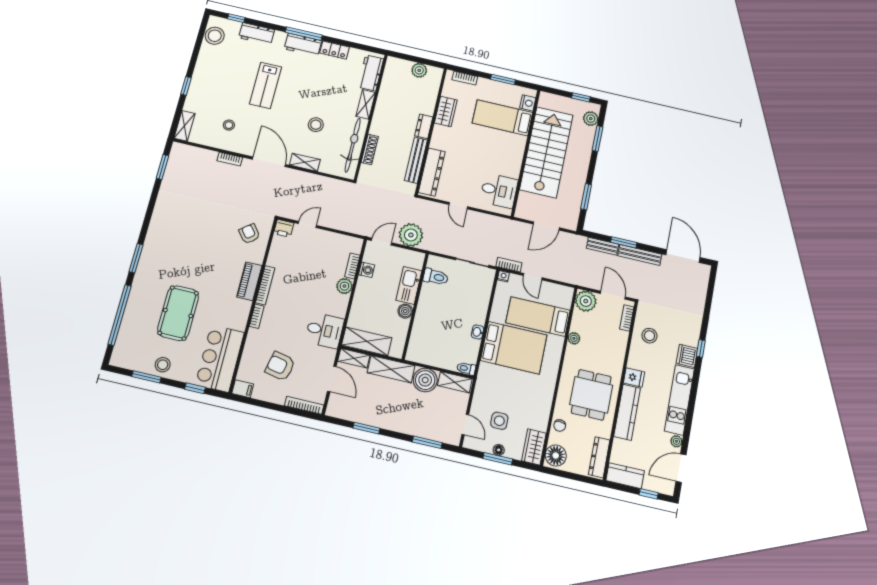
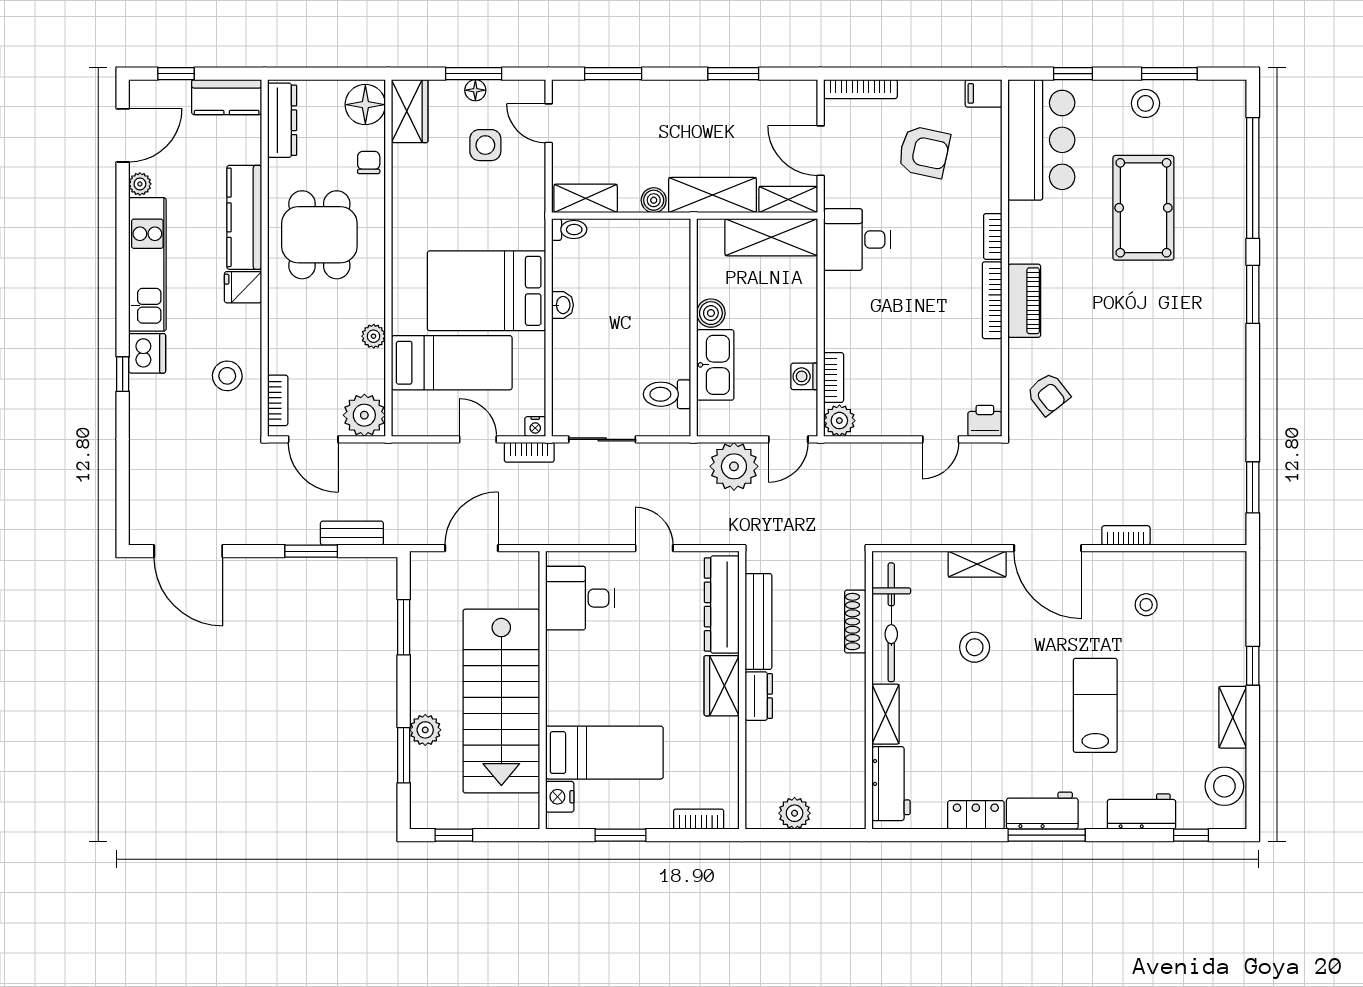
wardrobe: (446, 111) -> (722, 686), moved
plant: (591, 119) -> (425, 730), moved
shelving: (185, 126) -> (1233, 717), moved
bench: (640, 255) -> (275, 533), removed
plant: (344, 286) -> (839, 421), moved
boiler: (425, 380) -> (654, 200), width x0.54, depth x0.54

